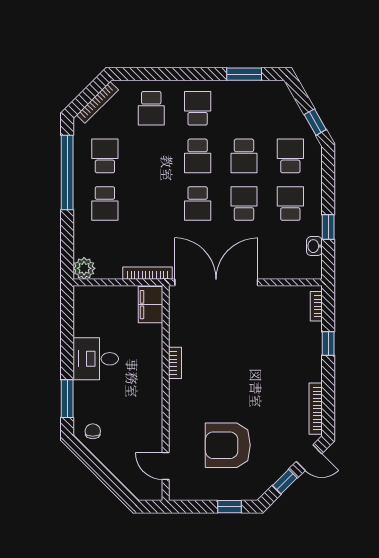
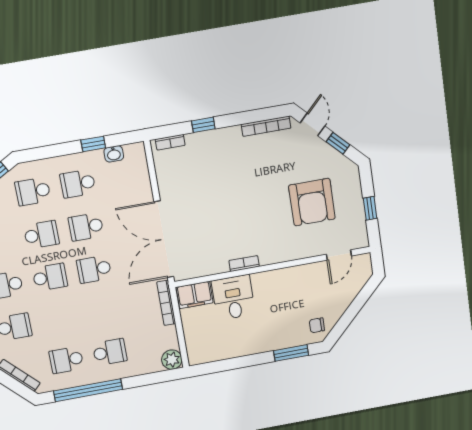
school desk: (198, 204) -> (94, 269), turned 180
desk: (96, 359) -> (233, 298), moved, turned 180
window: (230, 507) -> (370, 208), moved

